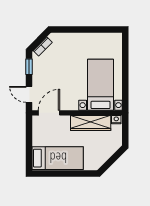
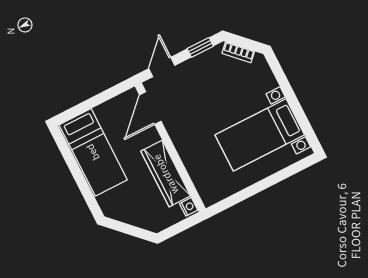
bed with nightstands: (101, 85) -> (260, 135), moved, turned 180
door: (49, 113) -> (150, 108), swing flipped

